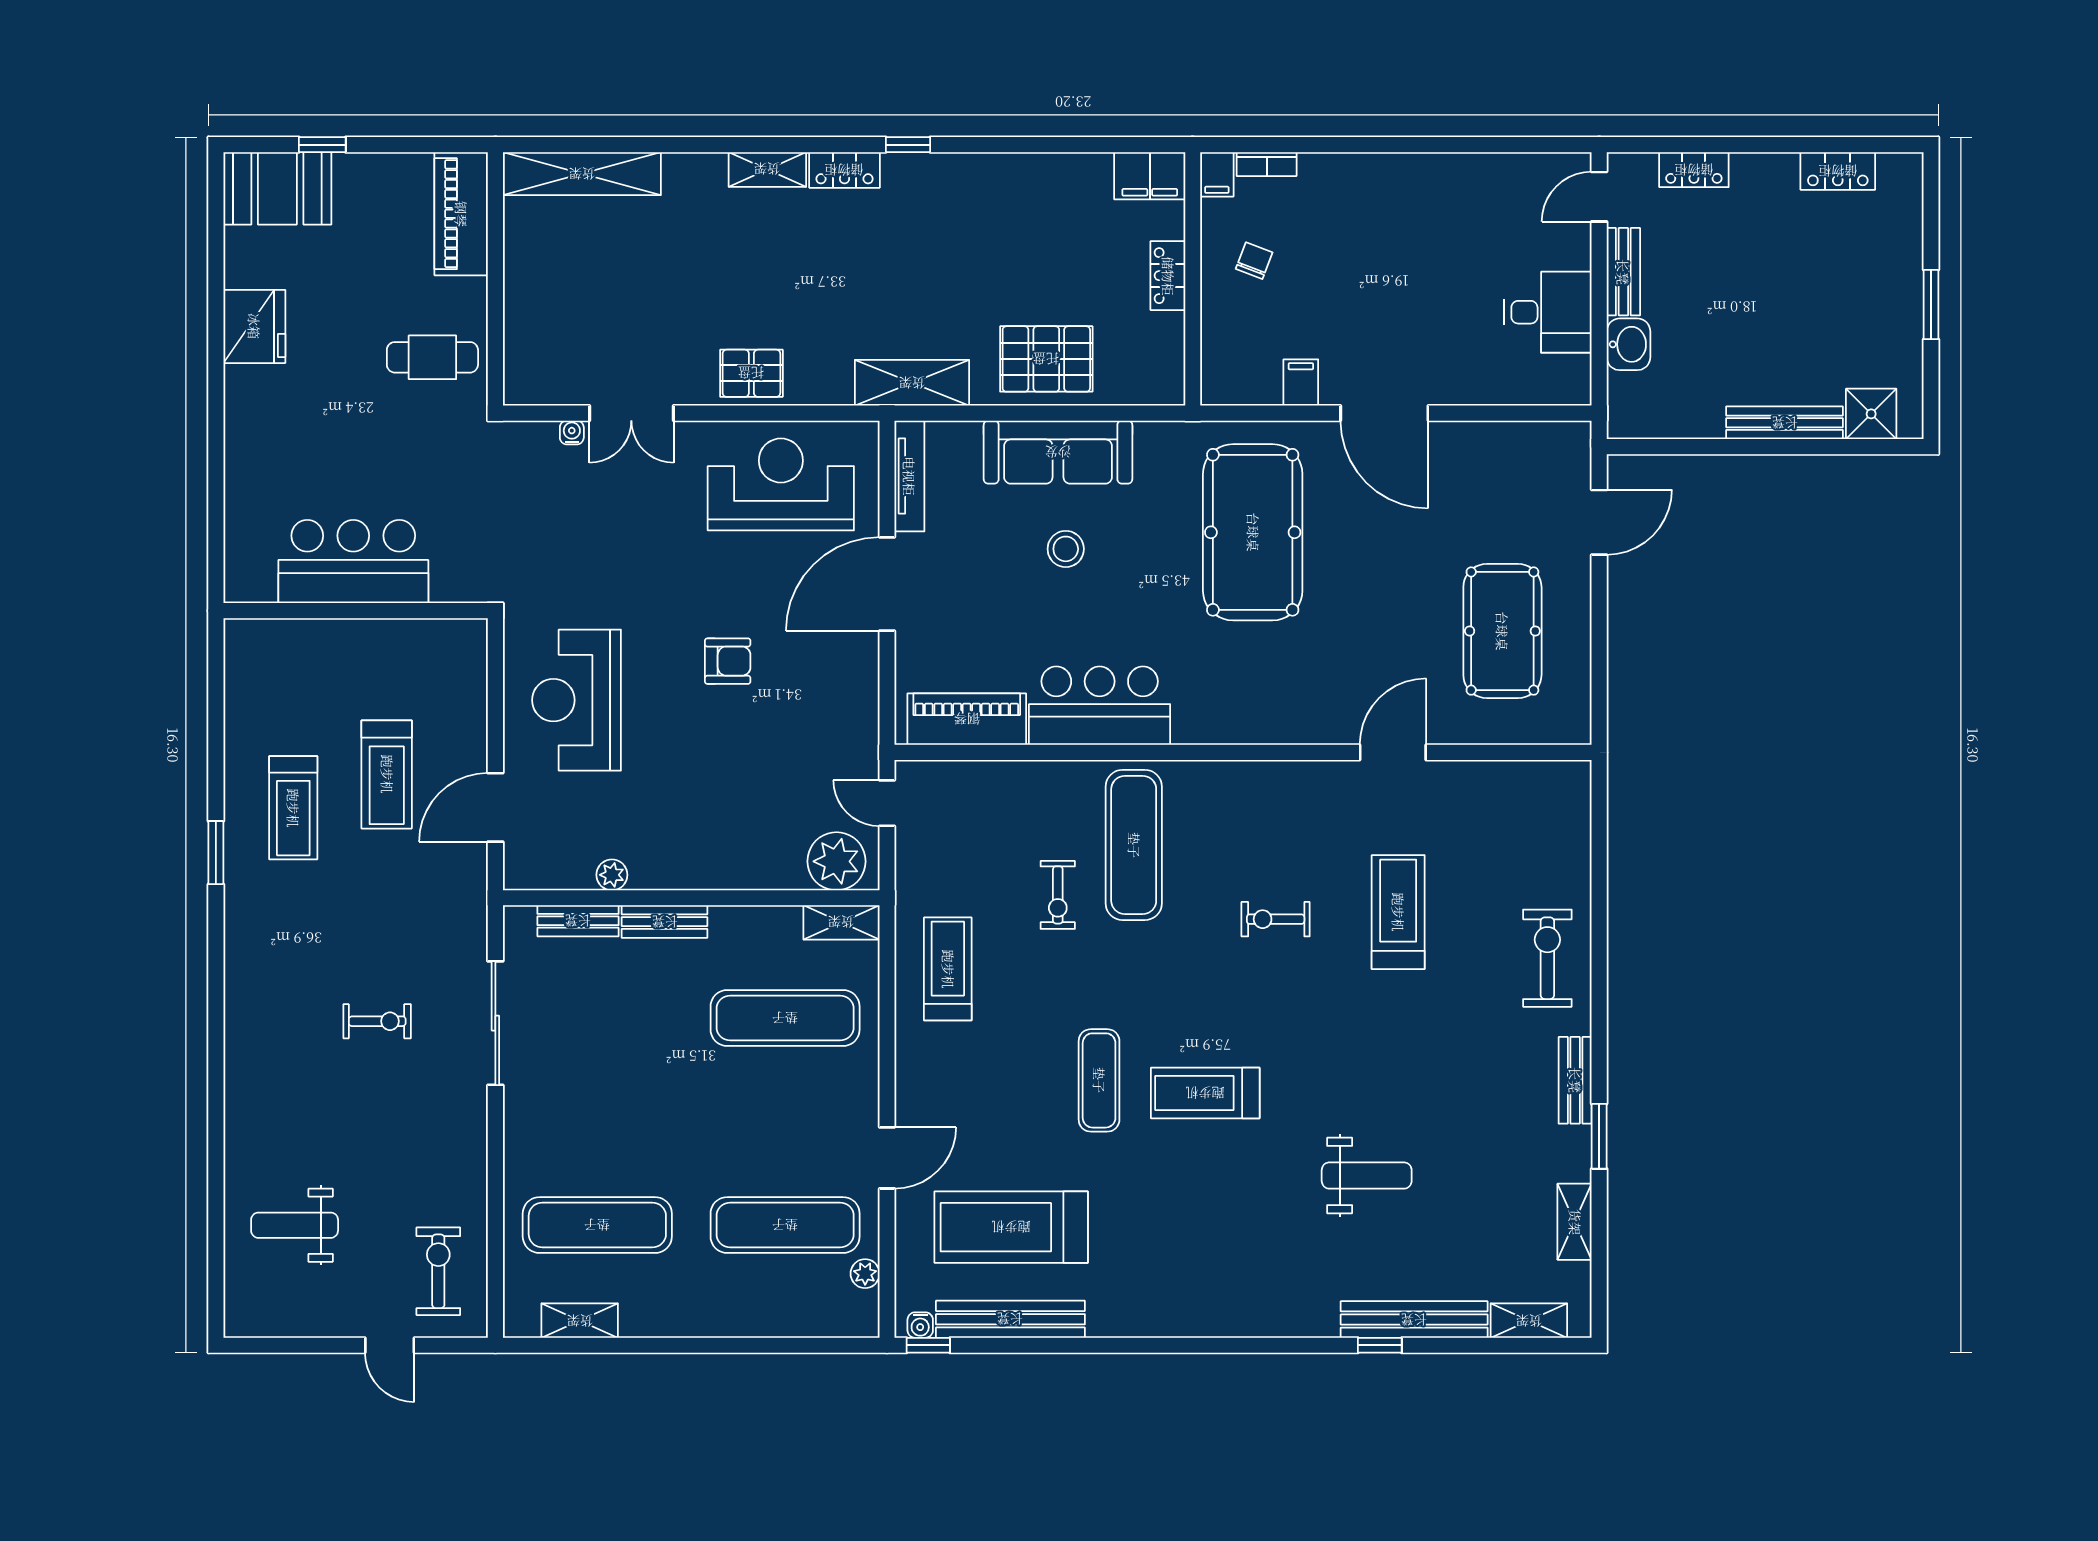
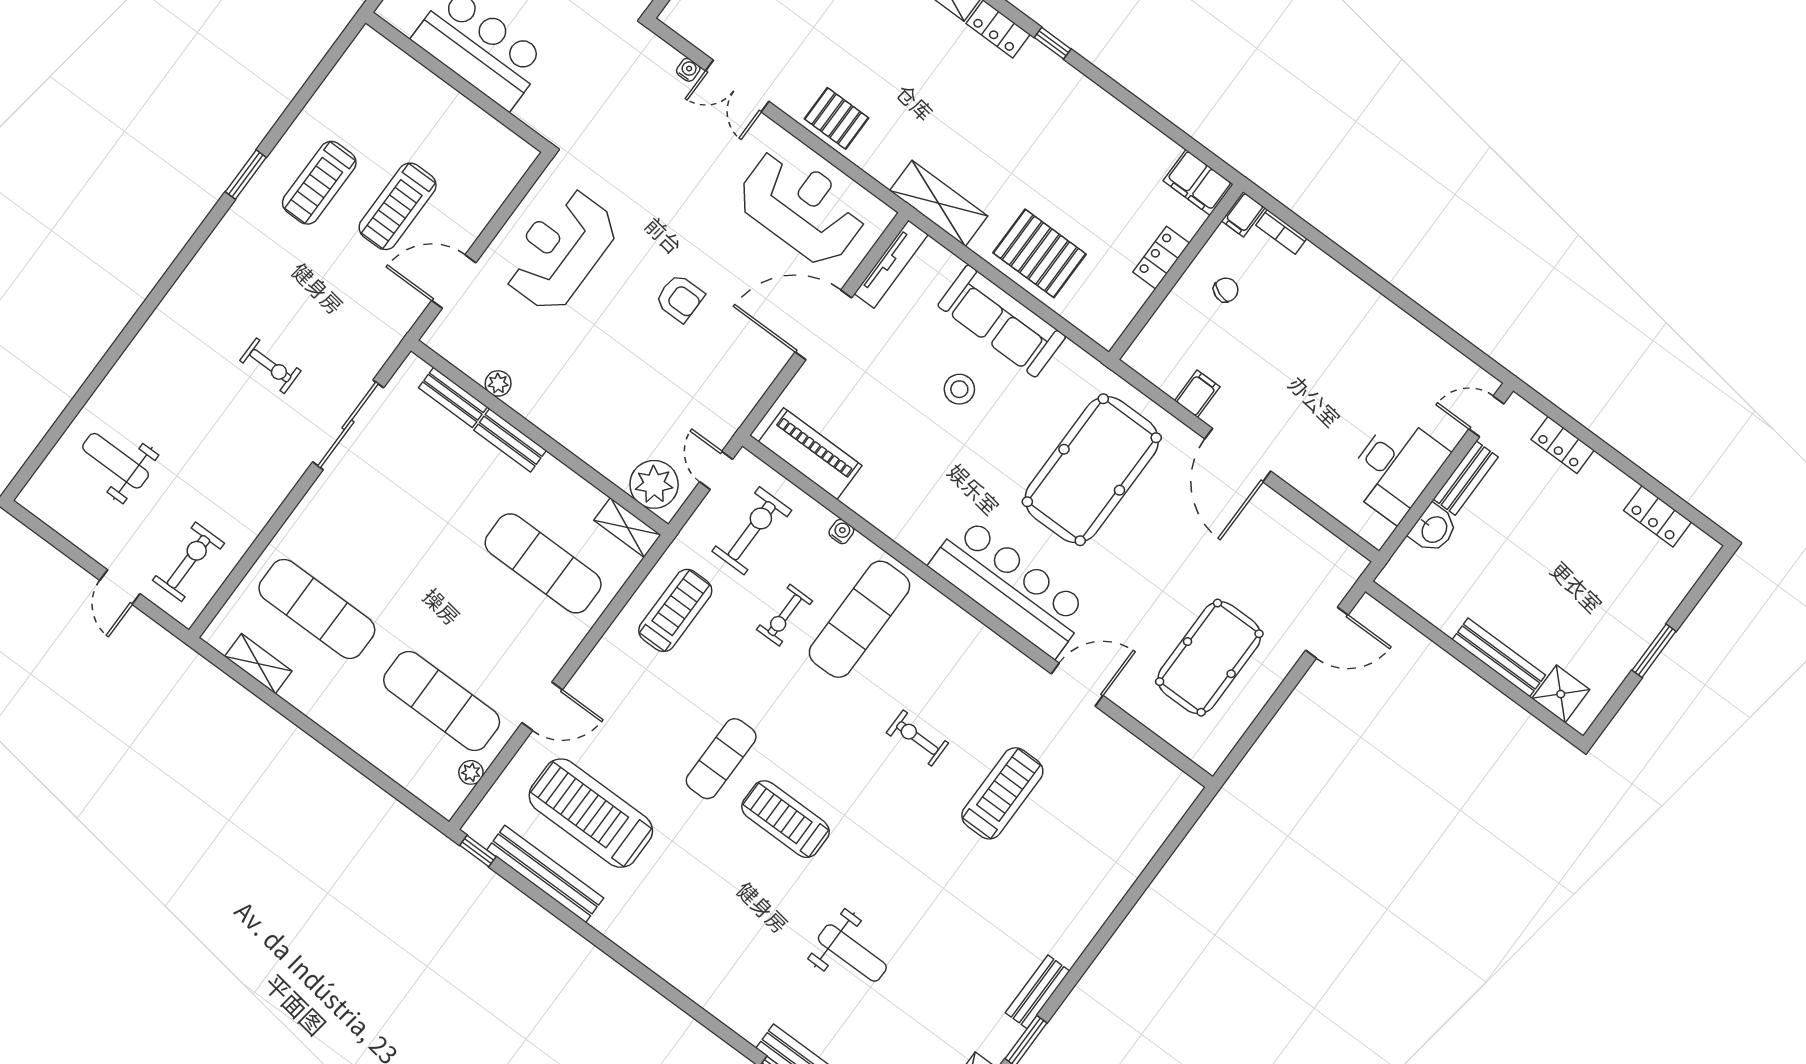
desk: (1548, 312) -> (1396, 468), width x1.37
bar counter: (1100, 706) -> (1010, 587), moved, width x1.36
exercise bike: (1547, 958) -> (752, 531), moved
water cooler: (920, 1325) -> (841, 532), moved, turned 180

